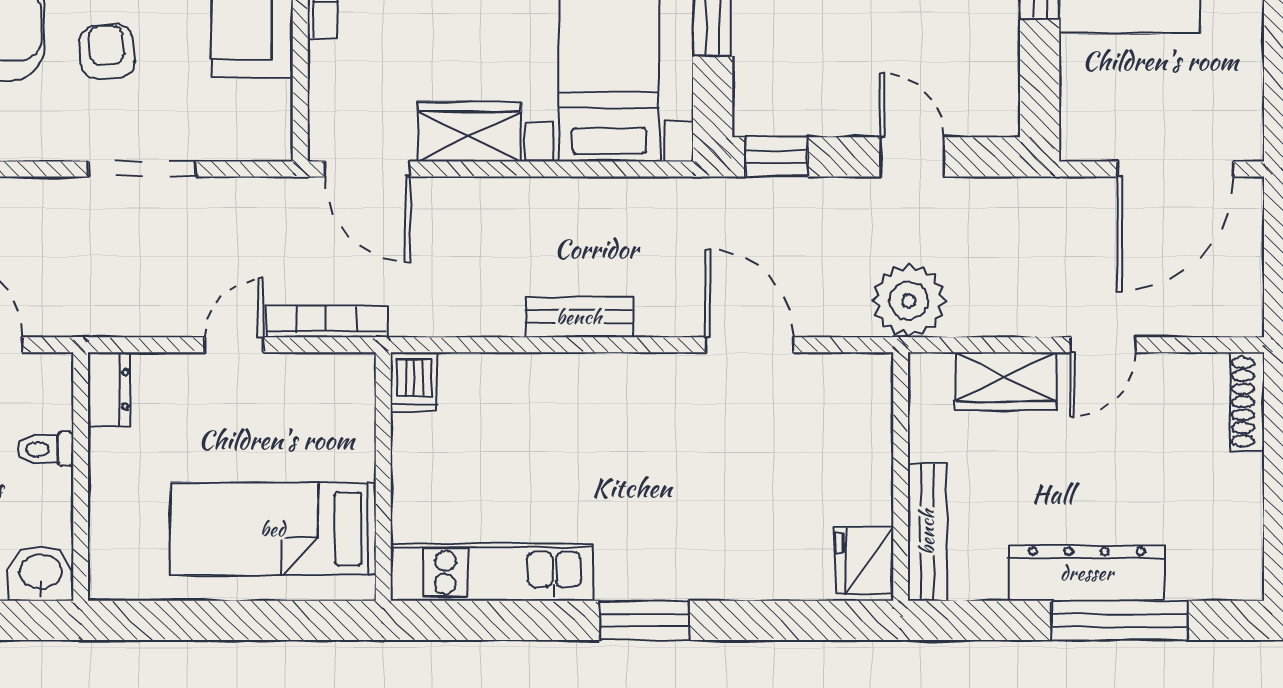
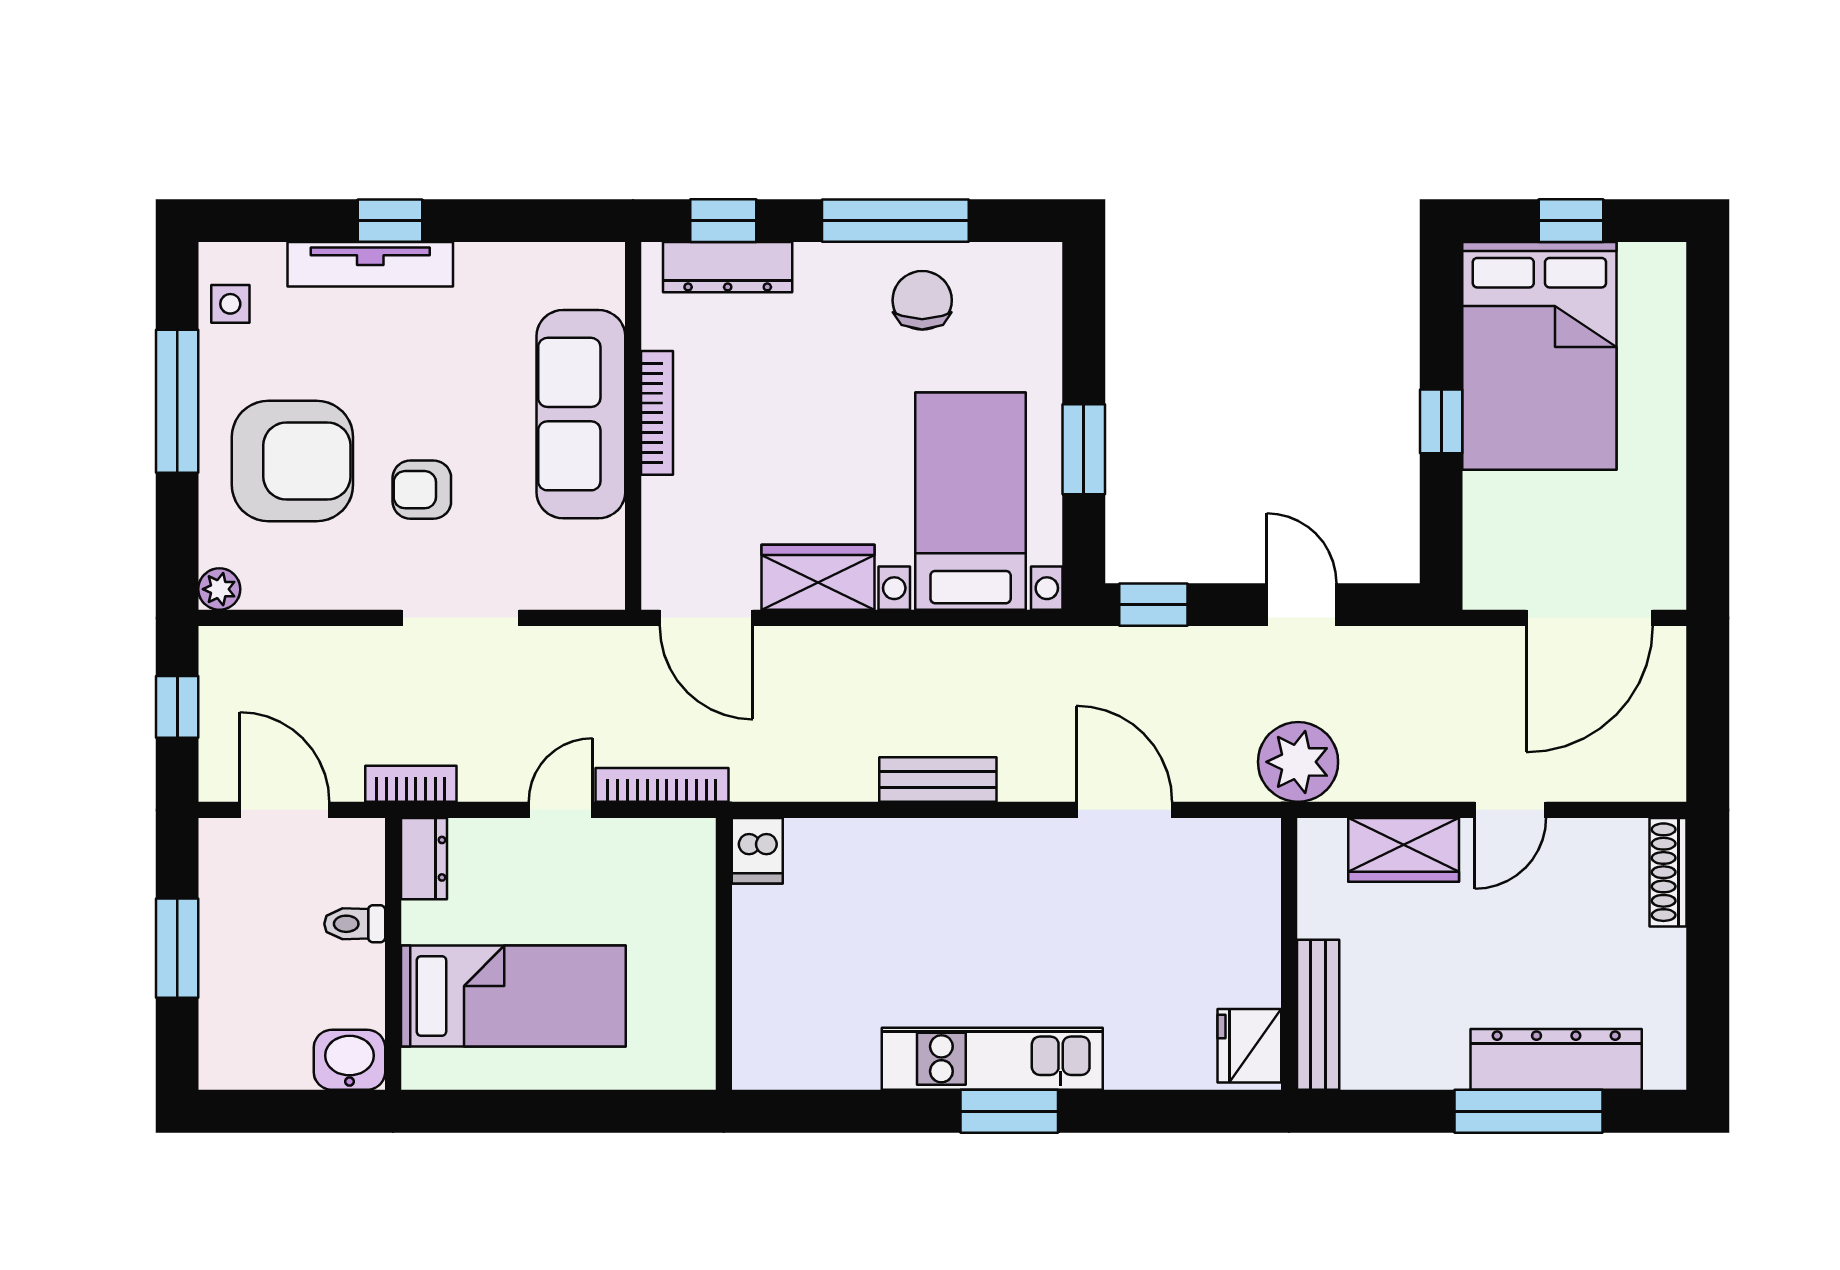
armchair: (107, 52) -> (422, 490), turned -85
bookcase: (97, 321) -> (411, 784), added
bed: (273, 529) -> (513, 996), moved, turned 180
kitchen unit: (492, 572) -> (992, 1059), moved
dresser: (1087, 573) -> (1556, 1059), moved

